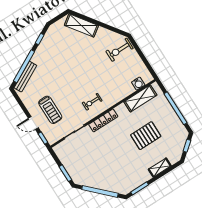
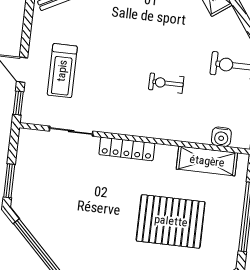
exercise bike: (92, 102) -> (166, 83), moved
pallet: (146, 136) -> (171, 221), width x1.37, depth x1.41

